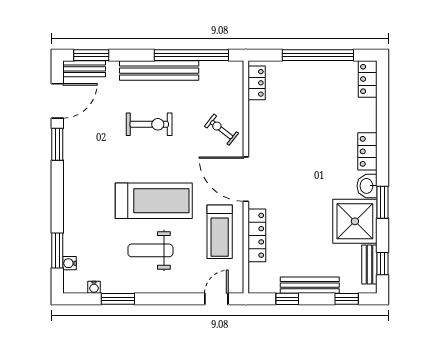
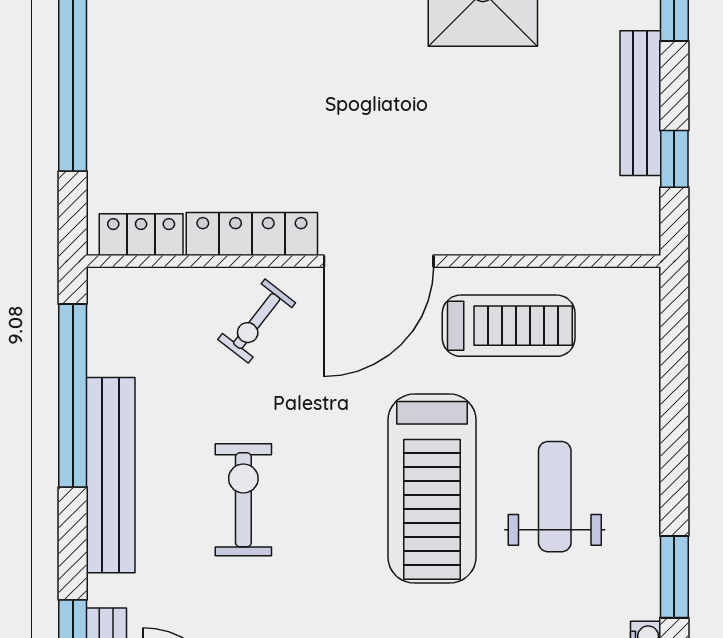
treadmill: (154, 201) -> (432, 489), turned 180
locker: (257, 235) -> (252, 234), moved
weight bench: (150, 250) -> (555, 497), turned 180
door: (216, 299) -> (674, 334), removed

